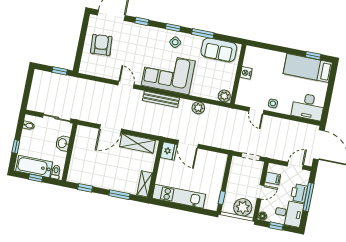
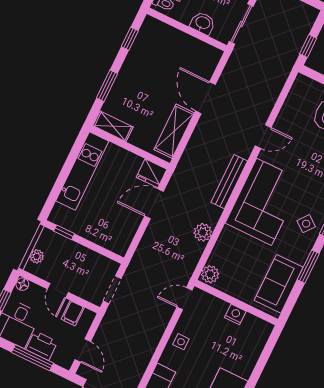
door: (256, 111) -> (184, 299), moved
plant: (243, 207) -> (37, 256), width x0.53, depth x0.53

